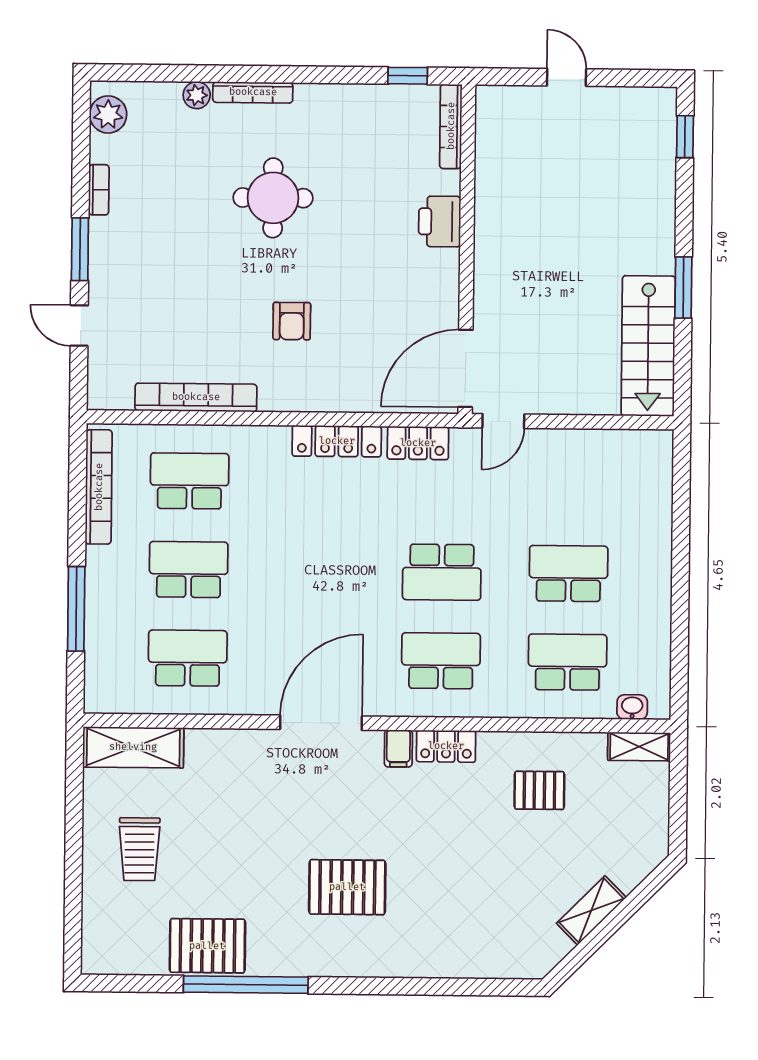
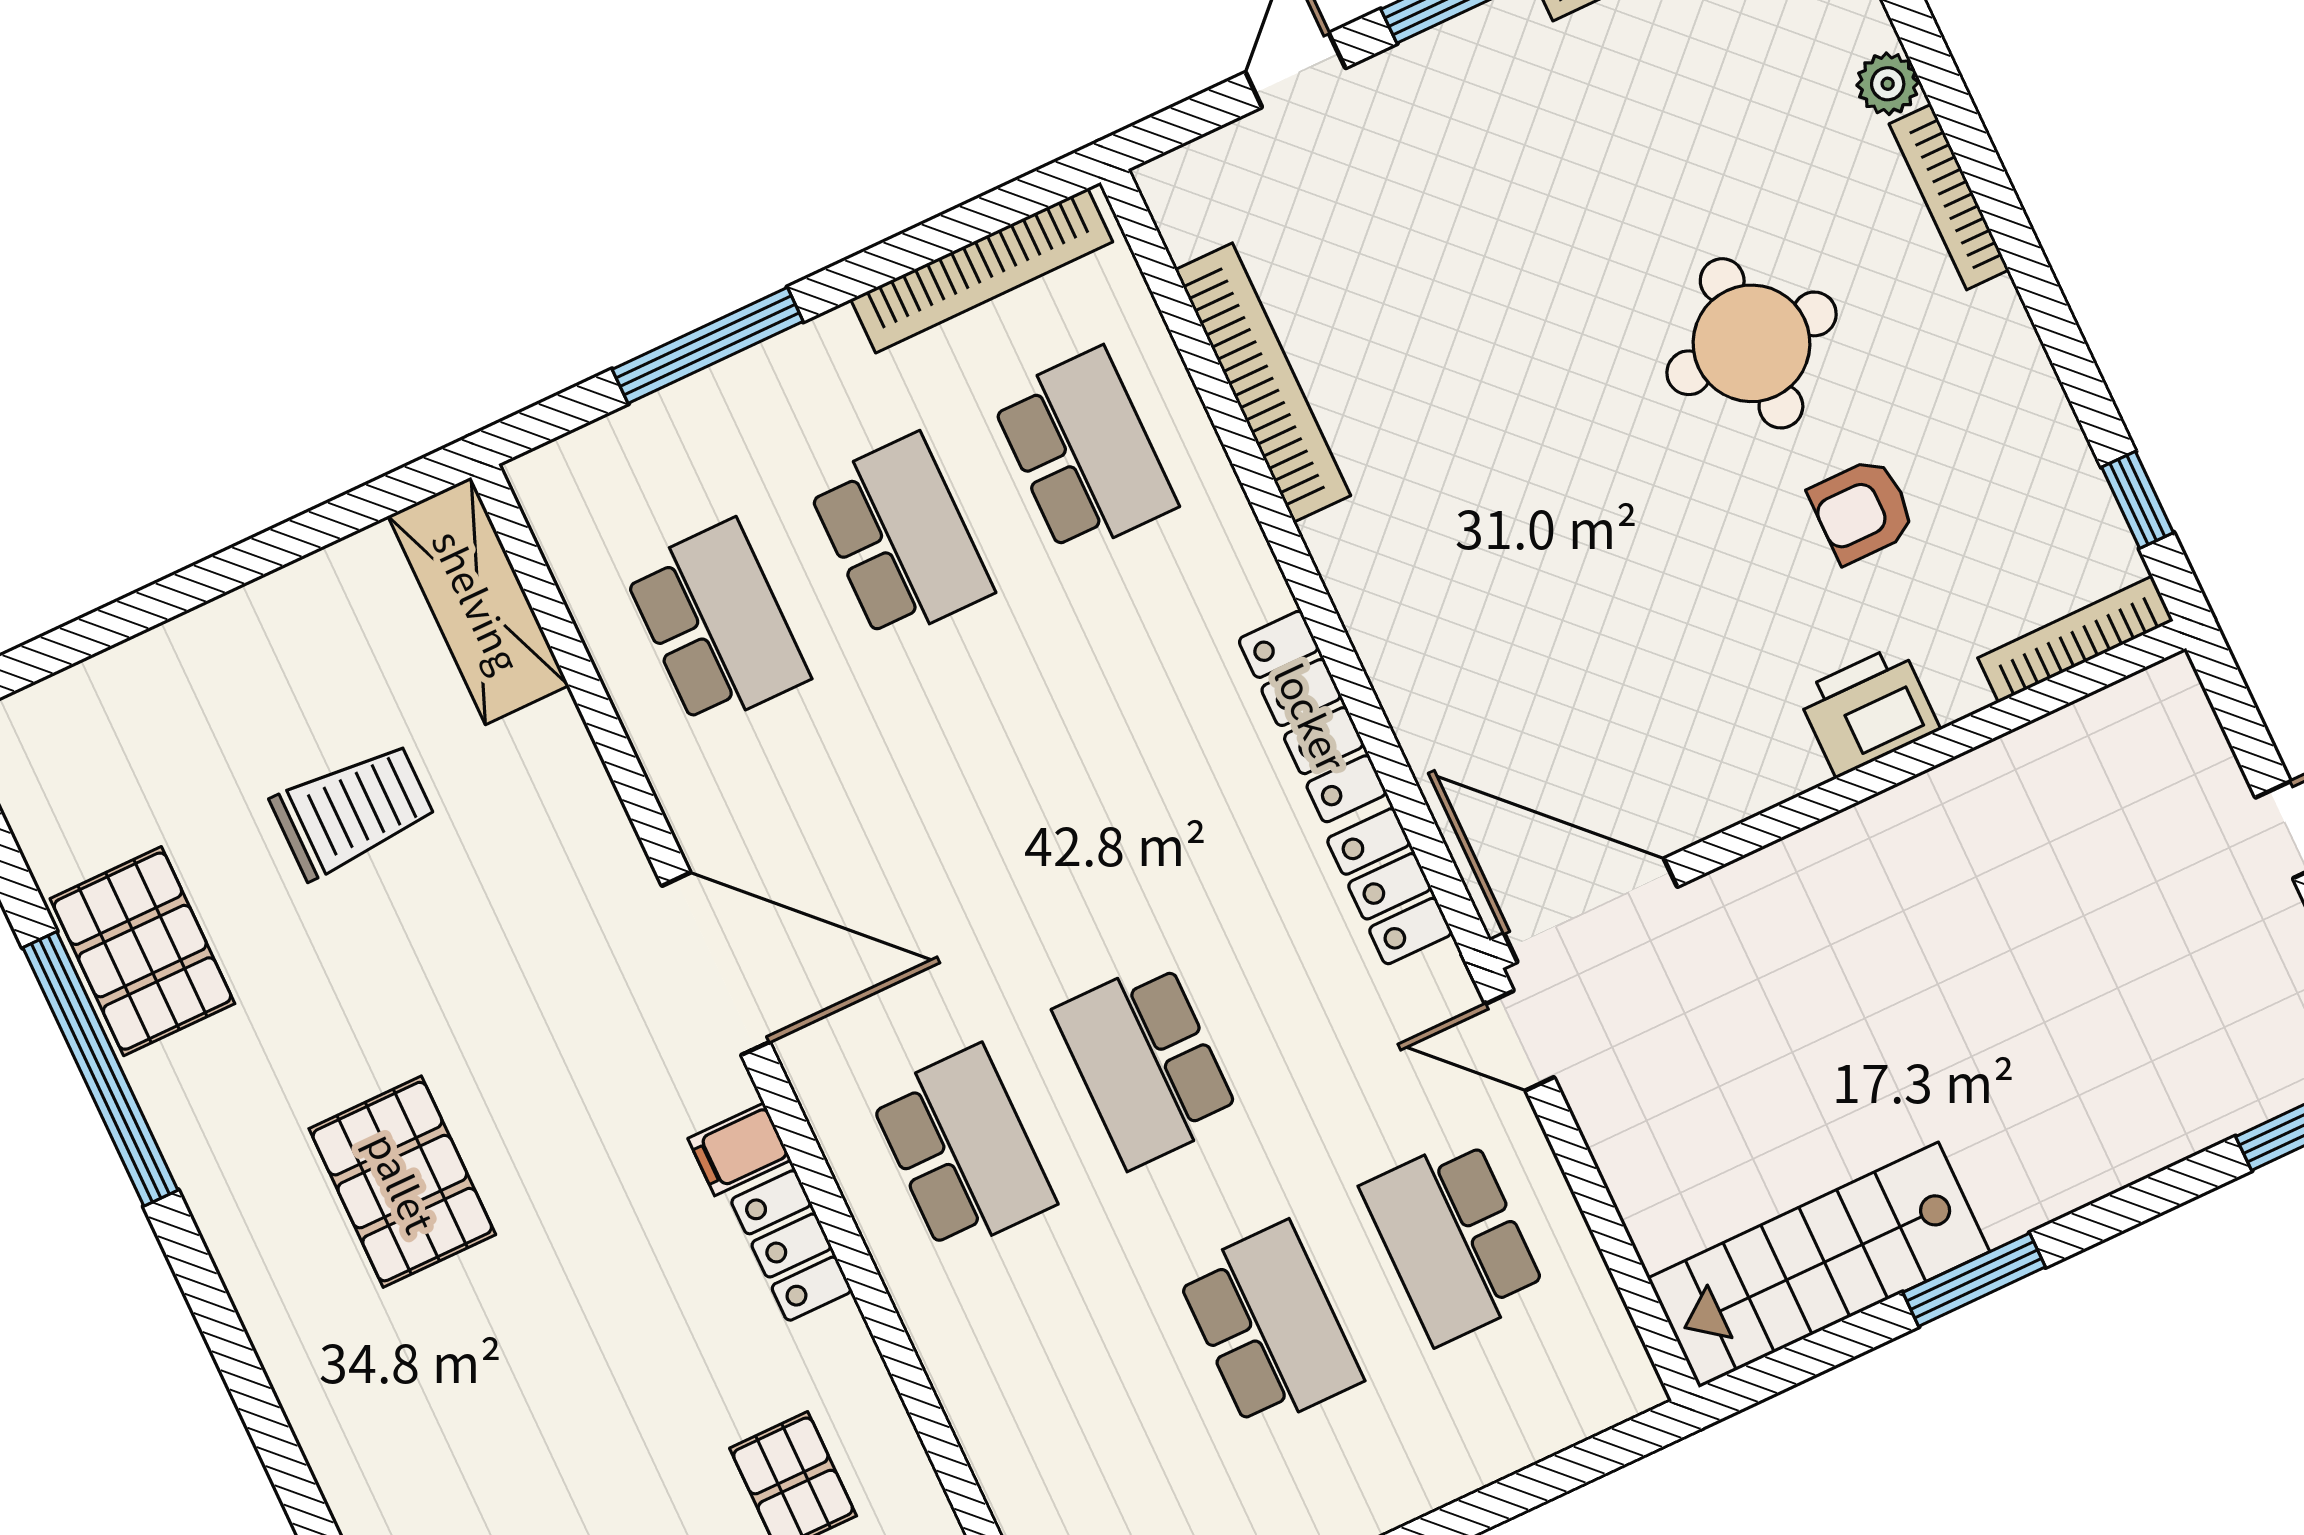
armchair: (292, 321) -> (1862, 511), moved
school desk: (568, 662) -> (1453, 1240), moved, turned 180
trolley: (139, 849) -> (353, 810), moved, turned 180

